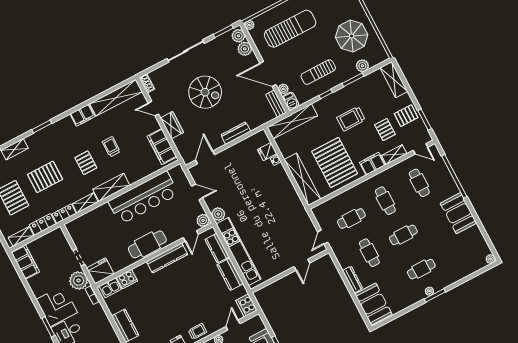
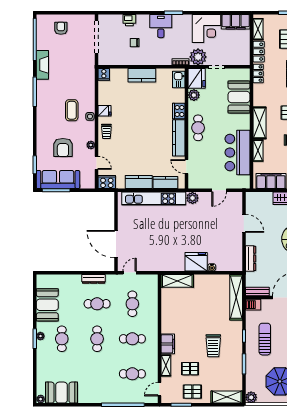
plant: (362, 66) -> (251, 397), moved
plant: (283, 89) -> (266, 304), removed
pallet: (406, 116) -> (192, 392), turned 90
trolley: (351, 119) -> (213, 346), turned 180
dresser: (236, 133) -> (251, 258), moved
fridge: (267, 152) -> (196, 262), moved, width x1.88, depth x1.34
door: (205, 157) -> (244, 223), moved
pallet: (335, 162) -> (185, 314), removed
shelving: (302, 179) -> (177, 281), width x0.68
bar counter: (143, 198) -> (237, 152), width x0.73
shelving: (85, 203) -> (258, 151), moved
booth: (459, 213) -> (61, 393), moved
booth: (97, 220) -> (239, 97), added
plant: (203, 220) -> (194, 95), moved
door: (323, 237) -> (130, 273), hinge flipped
cafe table: (147, 244) -> (198, 128), width x0.73, depth x0.74
door: (302, 265) -> (116, 244), width x1.87
cooker: (127, 279) -> (179, 111), moved
dresser: (353, 279) -> (94, 279), moved
booth: (373, 304) -> (47, 305), moved, turned 90
corner desk: (57, 306) -> (206, 28), moved

